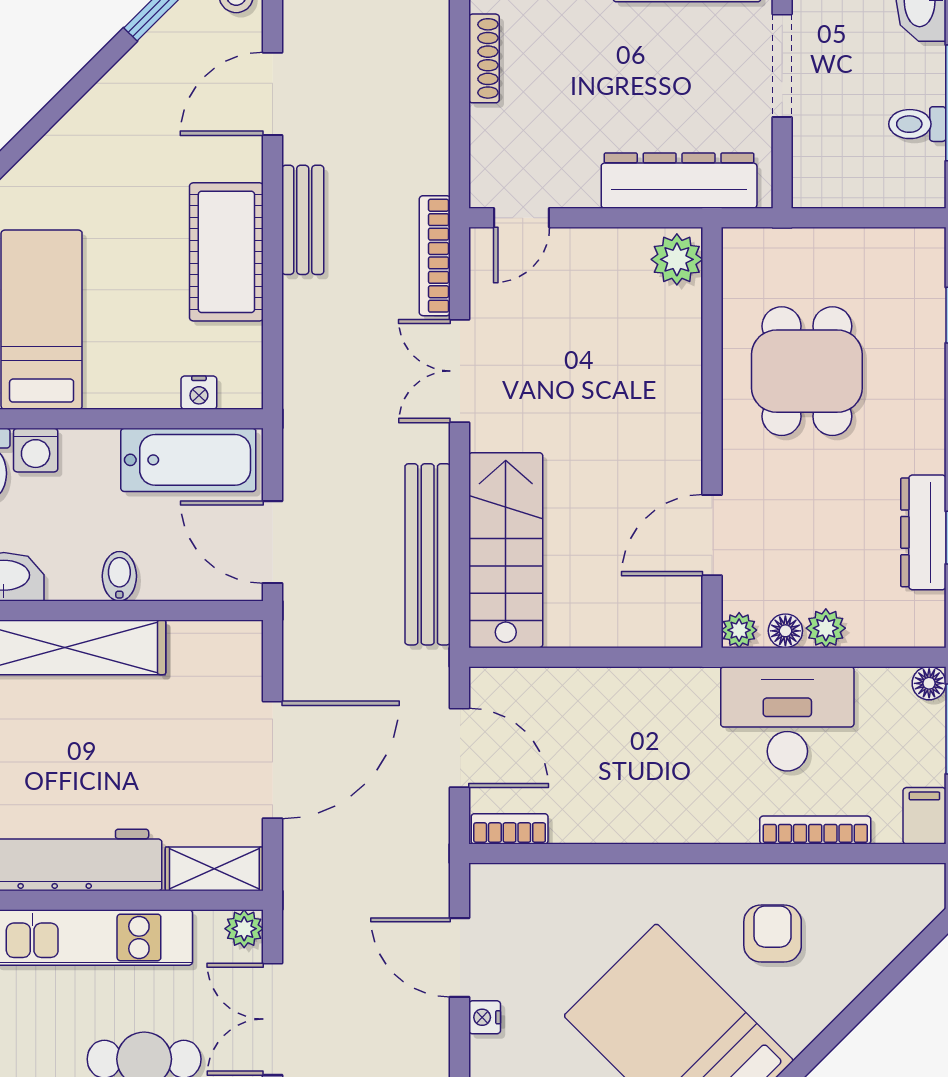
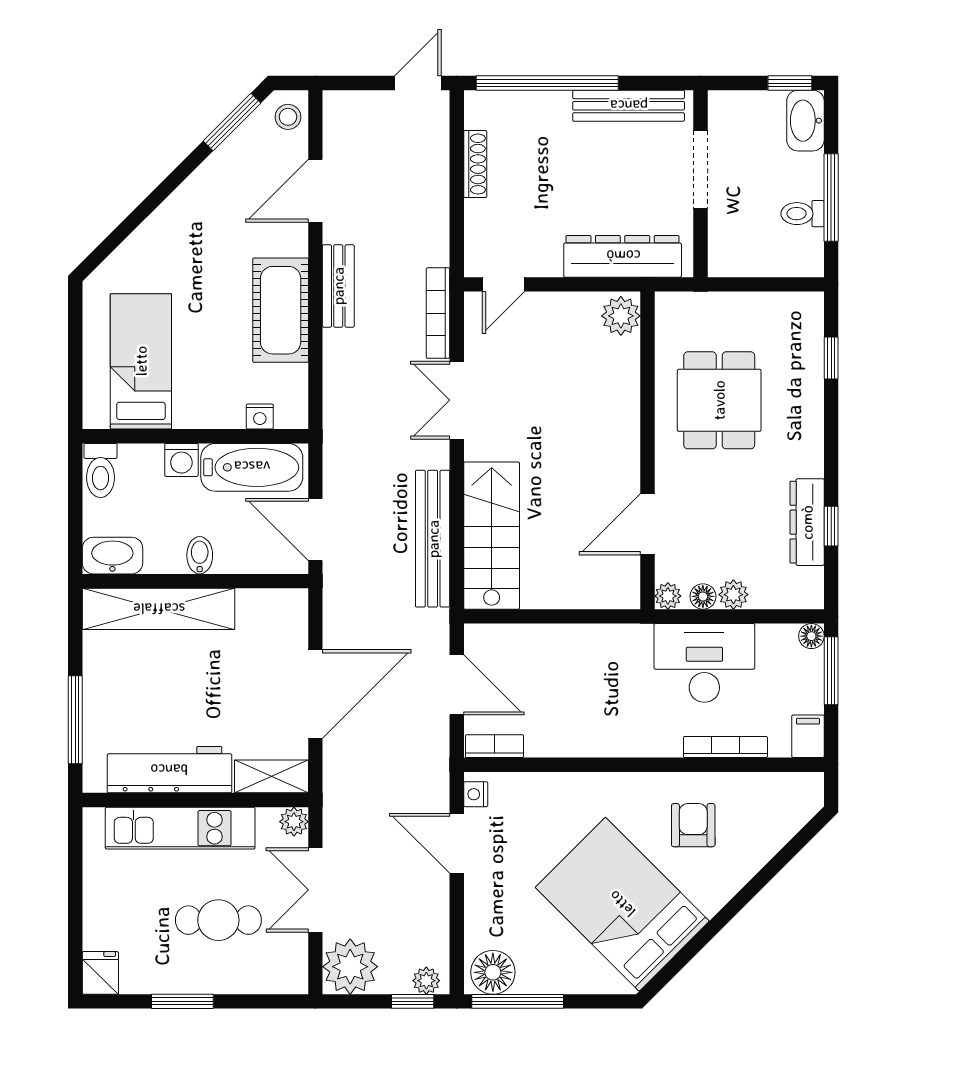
washing machine: (36, 450) -> (181, 460), moved
nightstand: (485, 1017) -> (476, 794), moved

